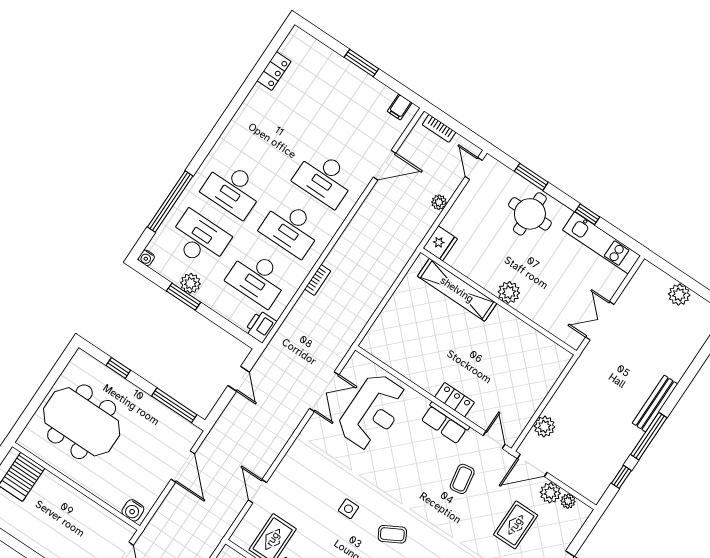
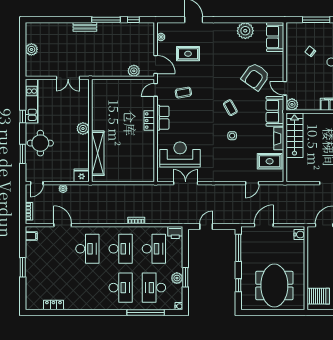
bench: (655, 404) -> (85, 27), width x0.73
plant: (550, 493) -> (163, 48), removed

